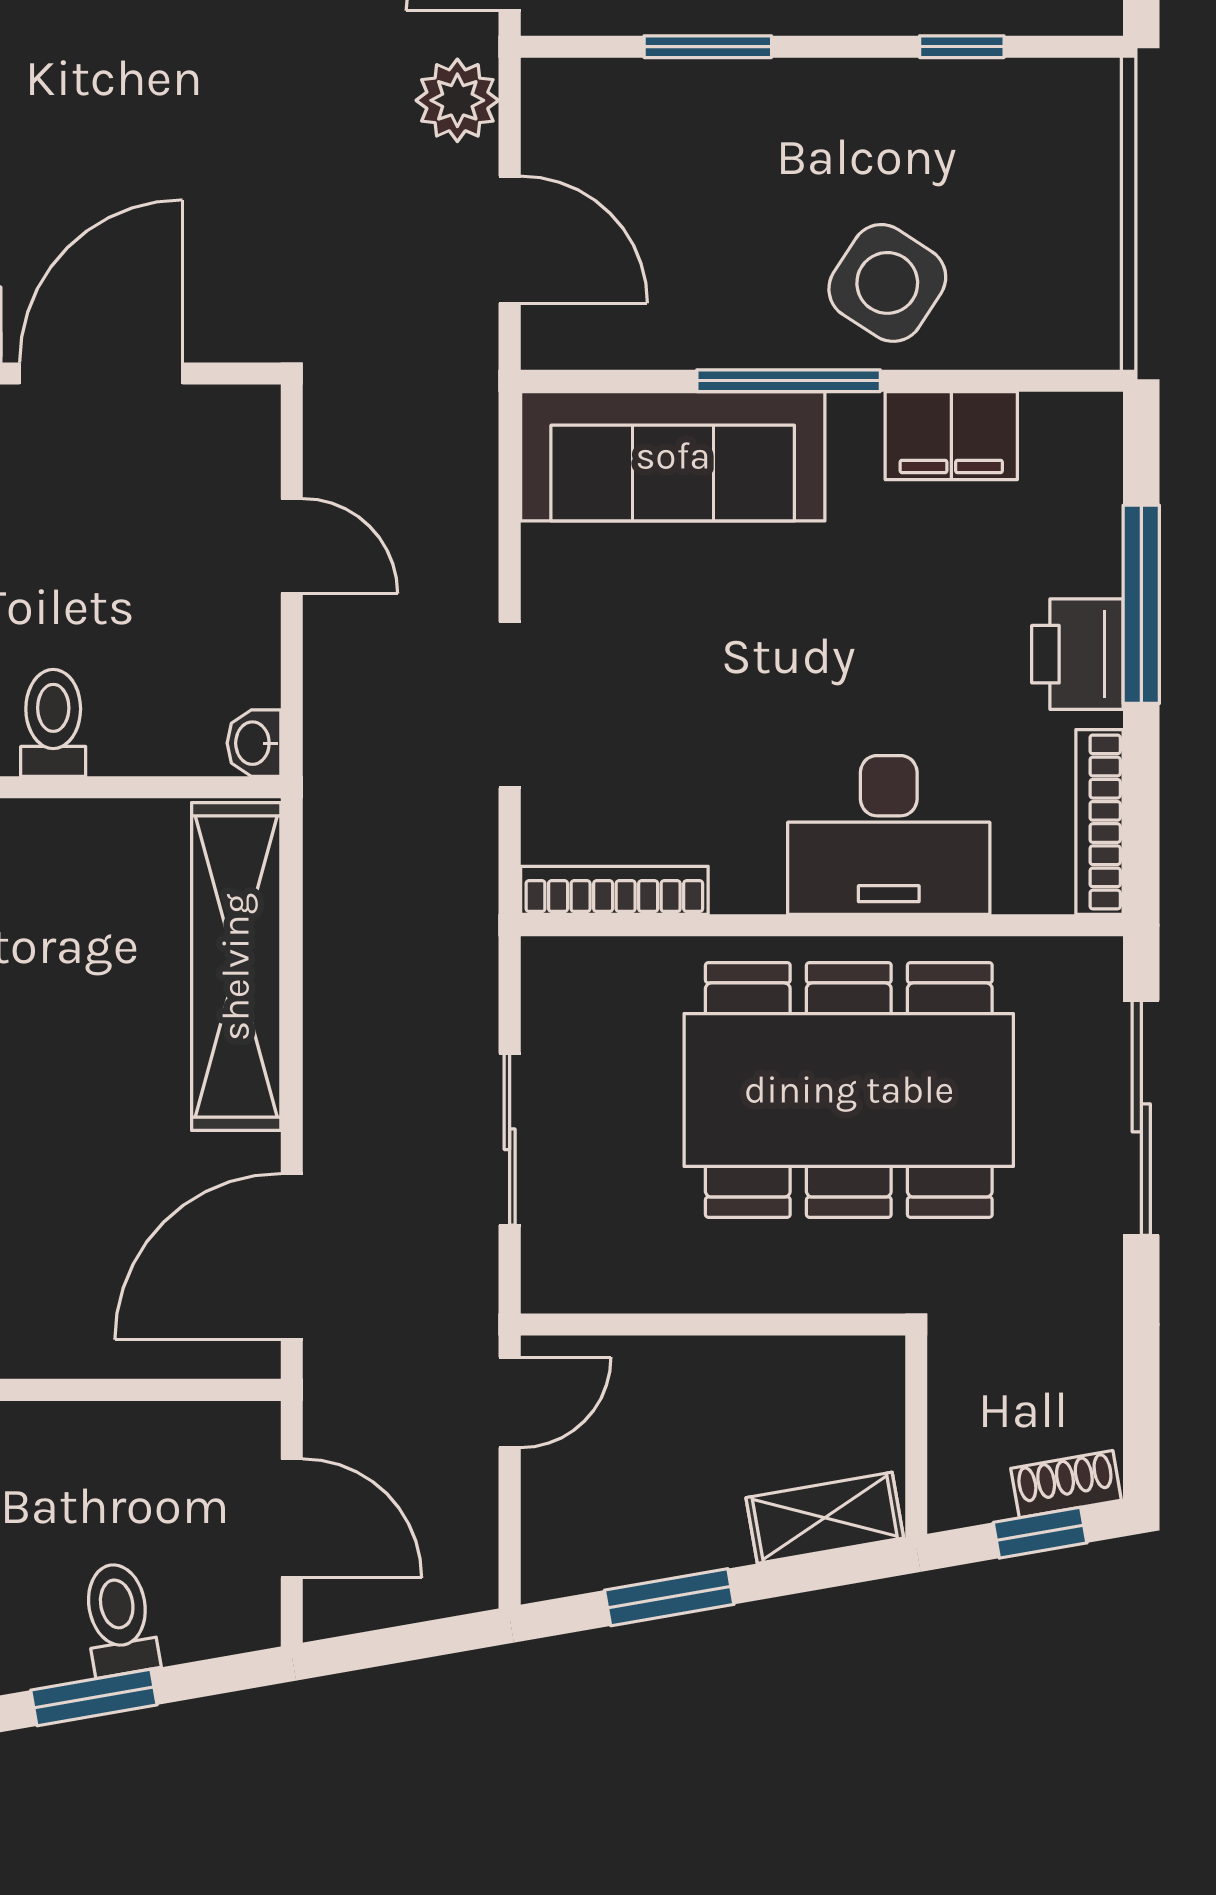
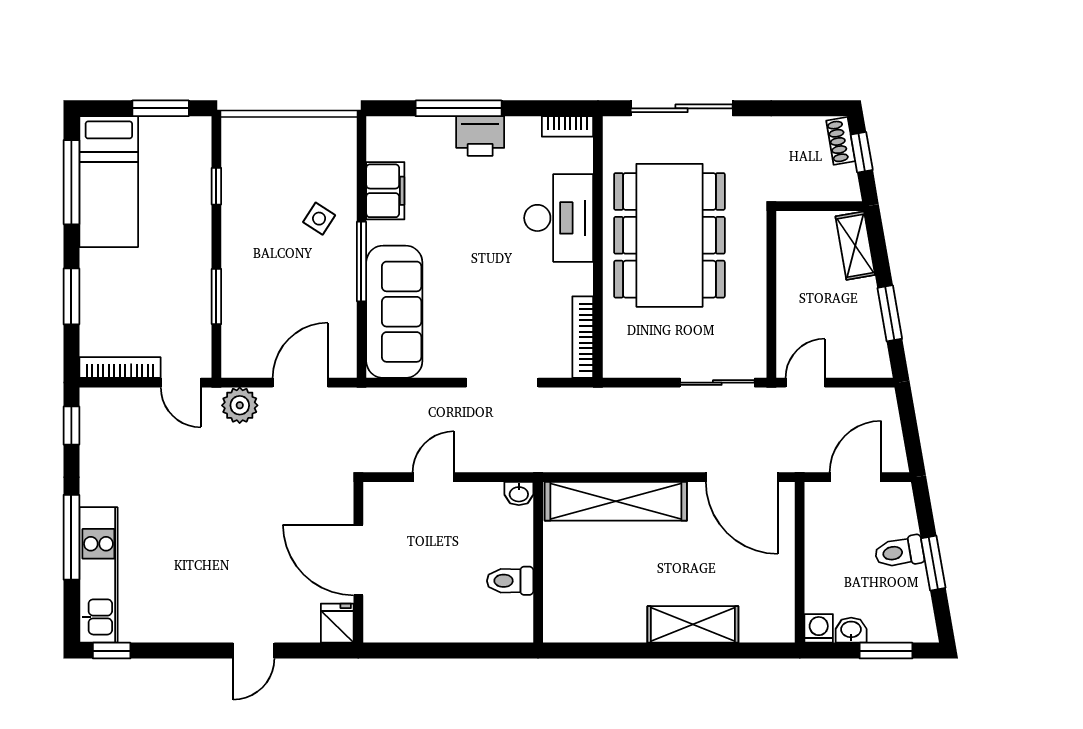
side table: (887, 283) -> (319, 219), width x0.54, depth x0.54
bookcase: (1099, 822) -> (568, 126), width x0.64
sliding door: (510, 1139) -> (717, 383), moved
door: (510, 1402) -> (805, 383), hinge flipped

